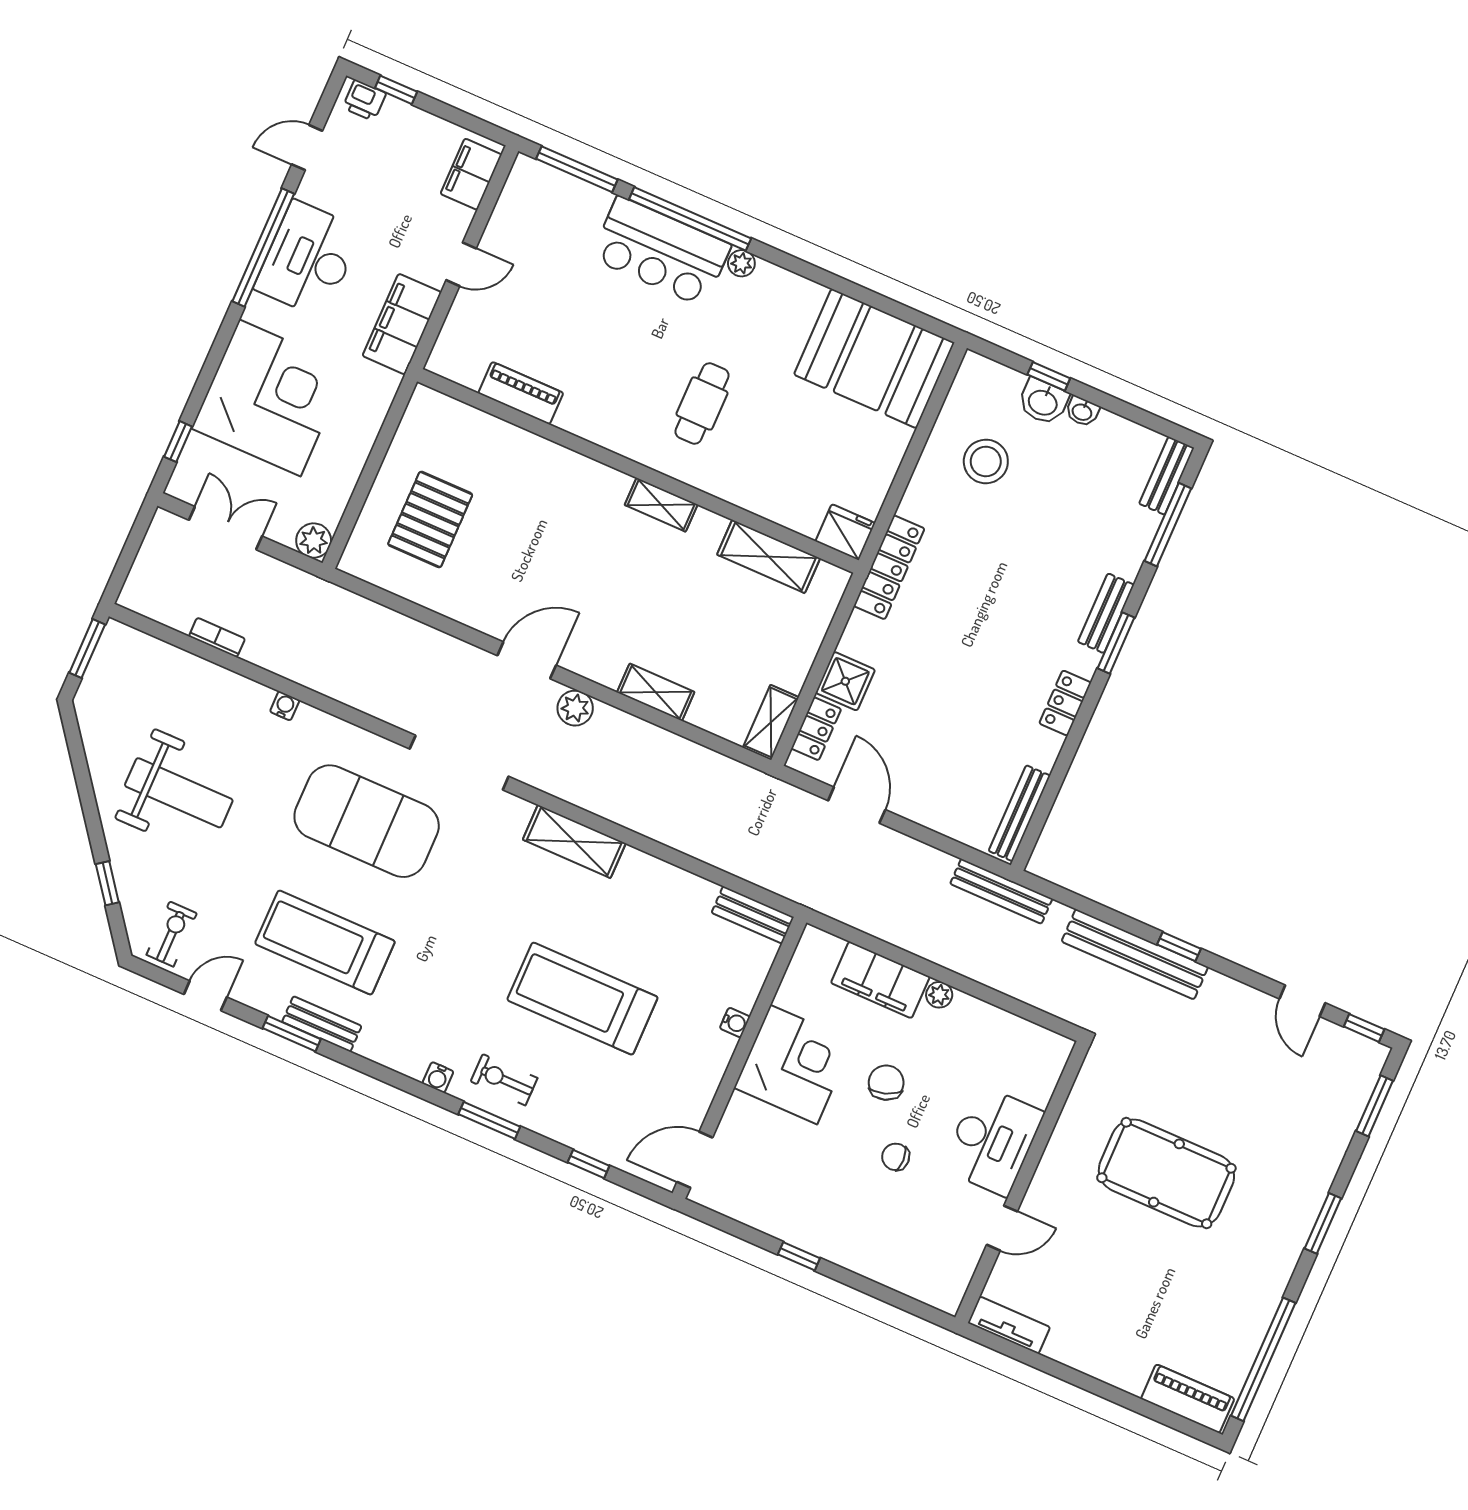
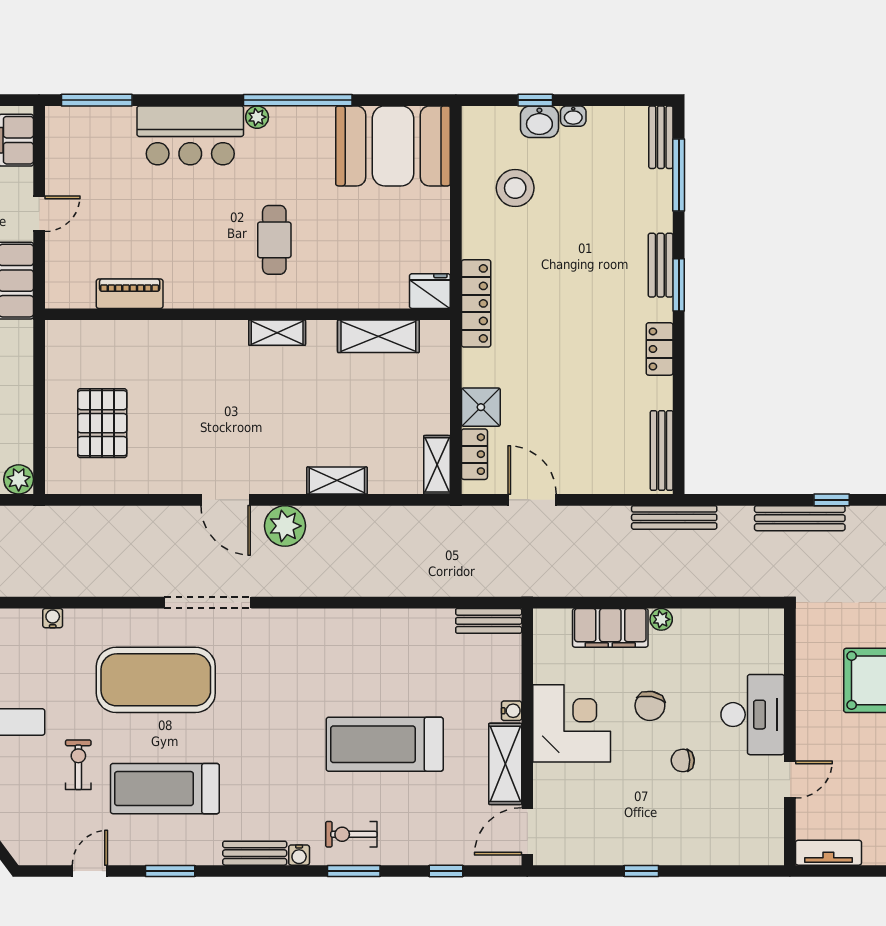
window: (690, 219) -> (298, 100), moved
door: (527, 660) -> (226, 500), swing flipped
plant: (575, 708) -> (285, 526), width x1.36, depth x1.36
shelving: (574, 841) -> (505, 764), moved, turned 90
exercise bike: (172, 934) -> (78, 765), moved
bench: (1135, 954) -> (800, 518), width x0.73, depth x0.82
bench: (322, 1024) -> (255, 853), moved
chair: (886, 1083) -> (650, 706), turned -151

